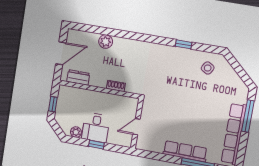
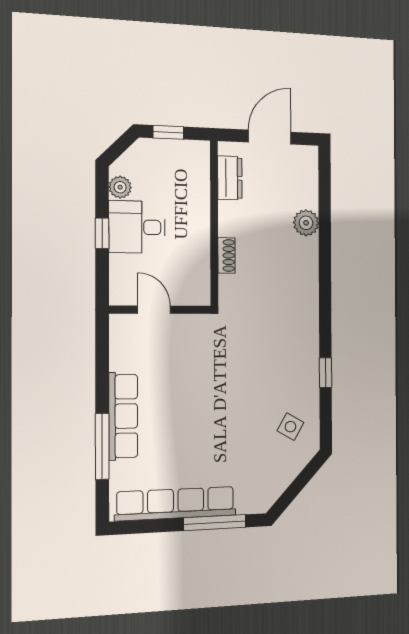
door: (61, 53) -> (270, 137), swing flipped

